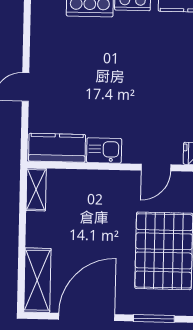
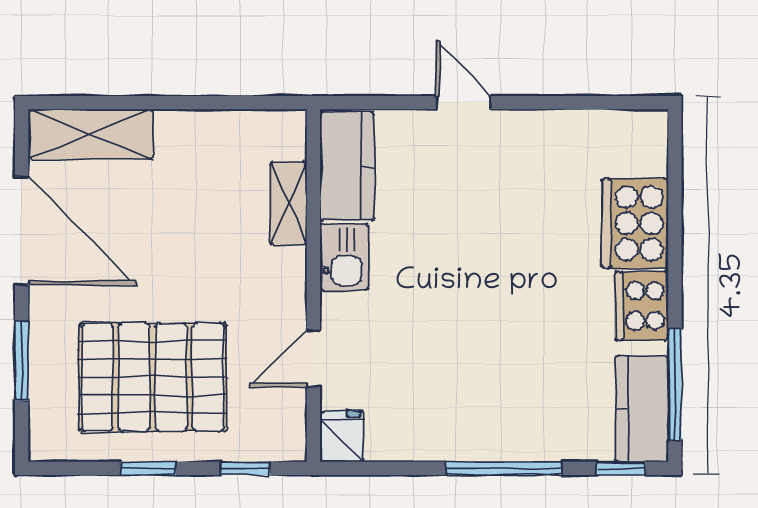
door: (156, 167) -> (313, 358), hinge flipped
shelving: (36, 189) -> (288, 204), moved, turned 90

